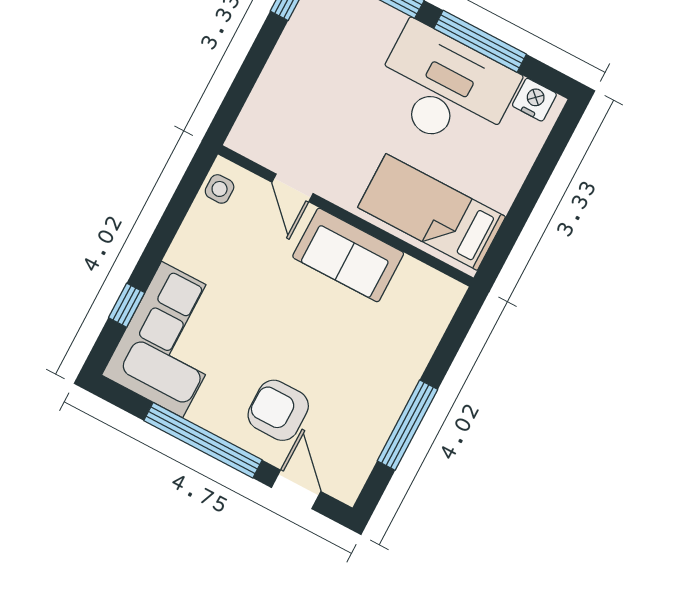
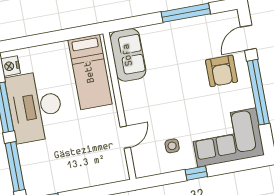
side table: (220, 189) -> (172, 146), moved
sofa: (348, 255) -> (128, 55), moved
window: (127, 305) -> (196, 173), moved

